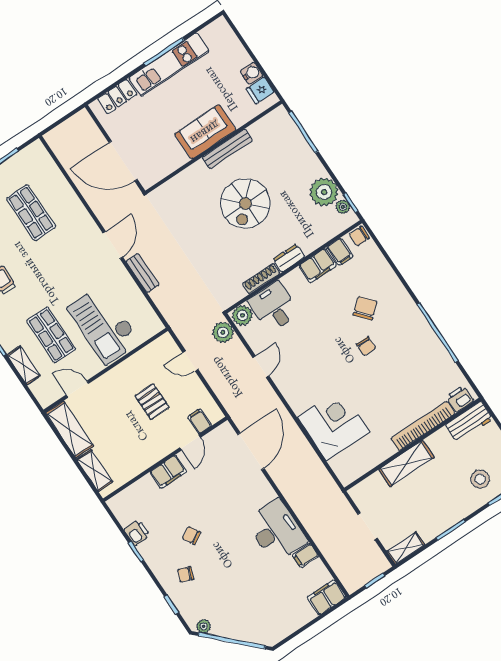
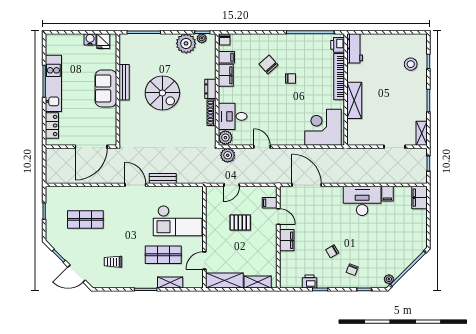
printer: (460, 399) -> (338, 45), moved
workbench: (469, 422) -> (355, 48), moved
bookcase: (423, 426) -> (339, 77), moved
wall: (413, 444) -> (346, 89), moved
shelving: (406, 463) -> (354, 100), moved

